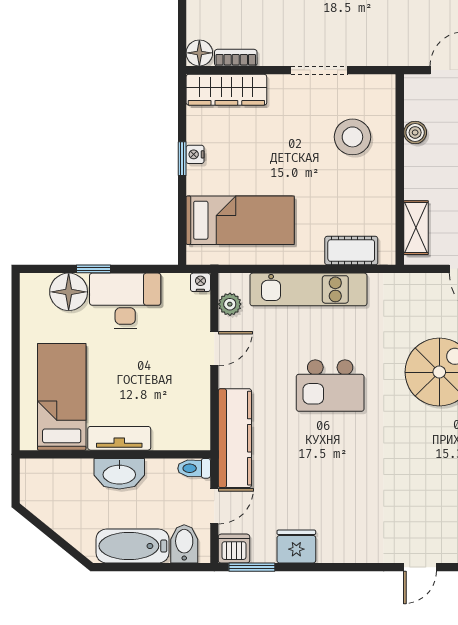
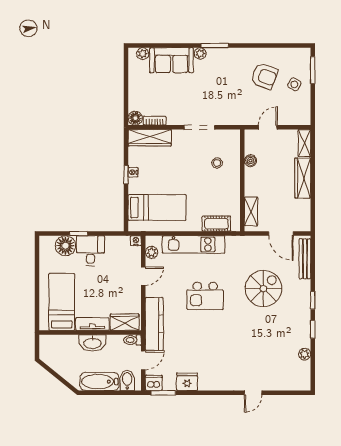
stool: (352, 137) -> (217, 163), width x0.53, depth x0.53
desk: (125, 301) -> (90, 251), width x0.73
wardrobe: (179, 435) -> (125, 322), added

